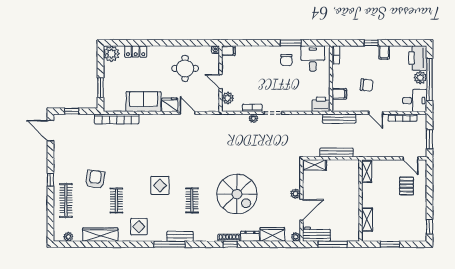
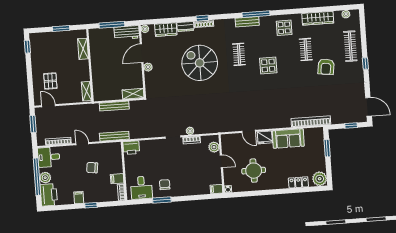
filing cabinet: (339, 94) -> (117, 179), moved

